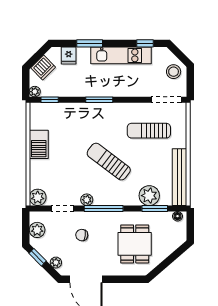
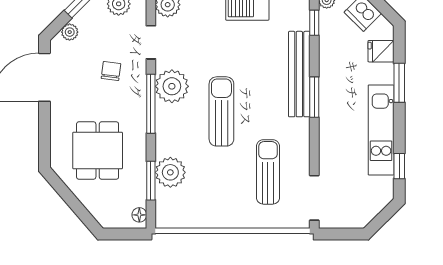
stool: (174, 72) -> (357, 209), removed
sun lounger: (109, 162) -> (221, 111), turned -37
bench: (180, 177) -> (299, 74), moved, turned 90
plant: (87, 200) -> (172, 86), width x1.87, depth x1.87
dining table: (135, 244) -> (98, 151), turned 90

